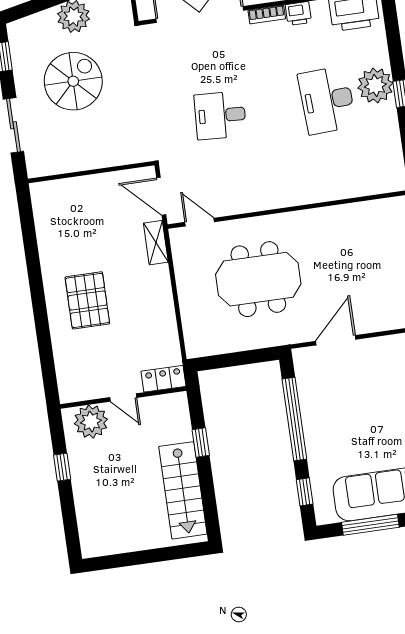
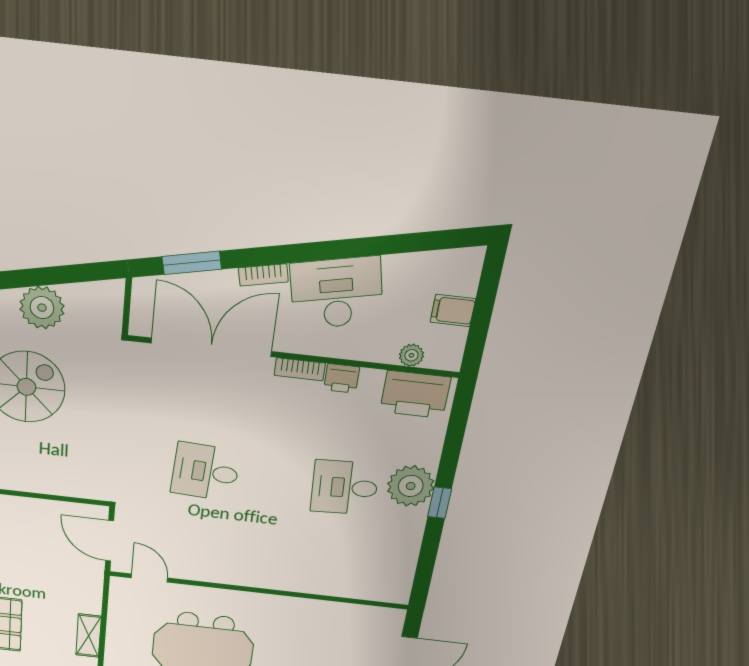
desk: (327, 100) -> (345, 488), width x0.73
shelving: (156, 243) -> (89, 636), moved

